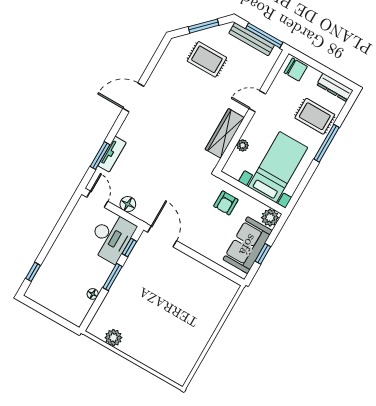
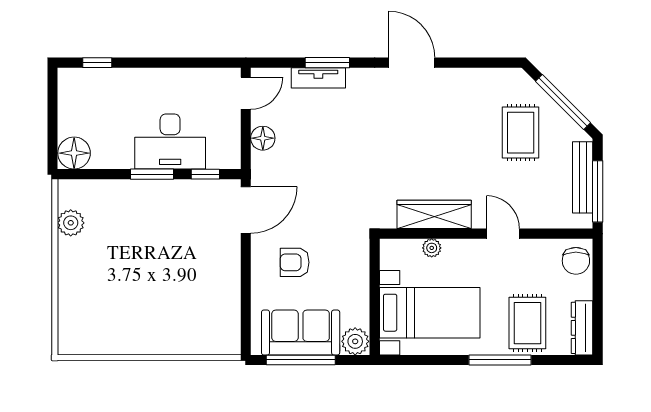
window: (203, 26) -> (563, 102), width x1.44
window: (100, 156) -> (327, 63), moved
armchair: (226, 203) -> (295, 262), moved
desk: (111, 237) -> (170, 141), moved
window: (263, 254) -> (301, 360), width x2.17
floor lamp: (93, 294) -> (74, 153), moved, width x1.89, depth x1.89

